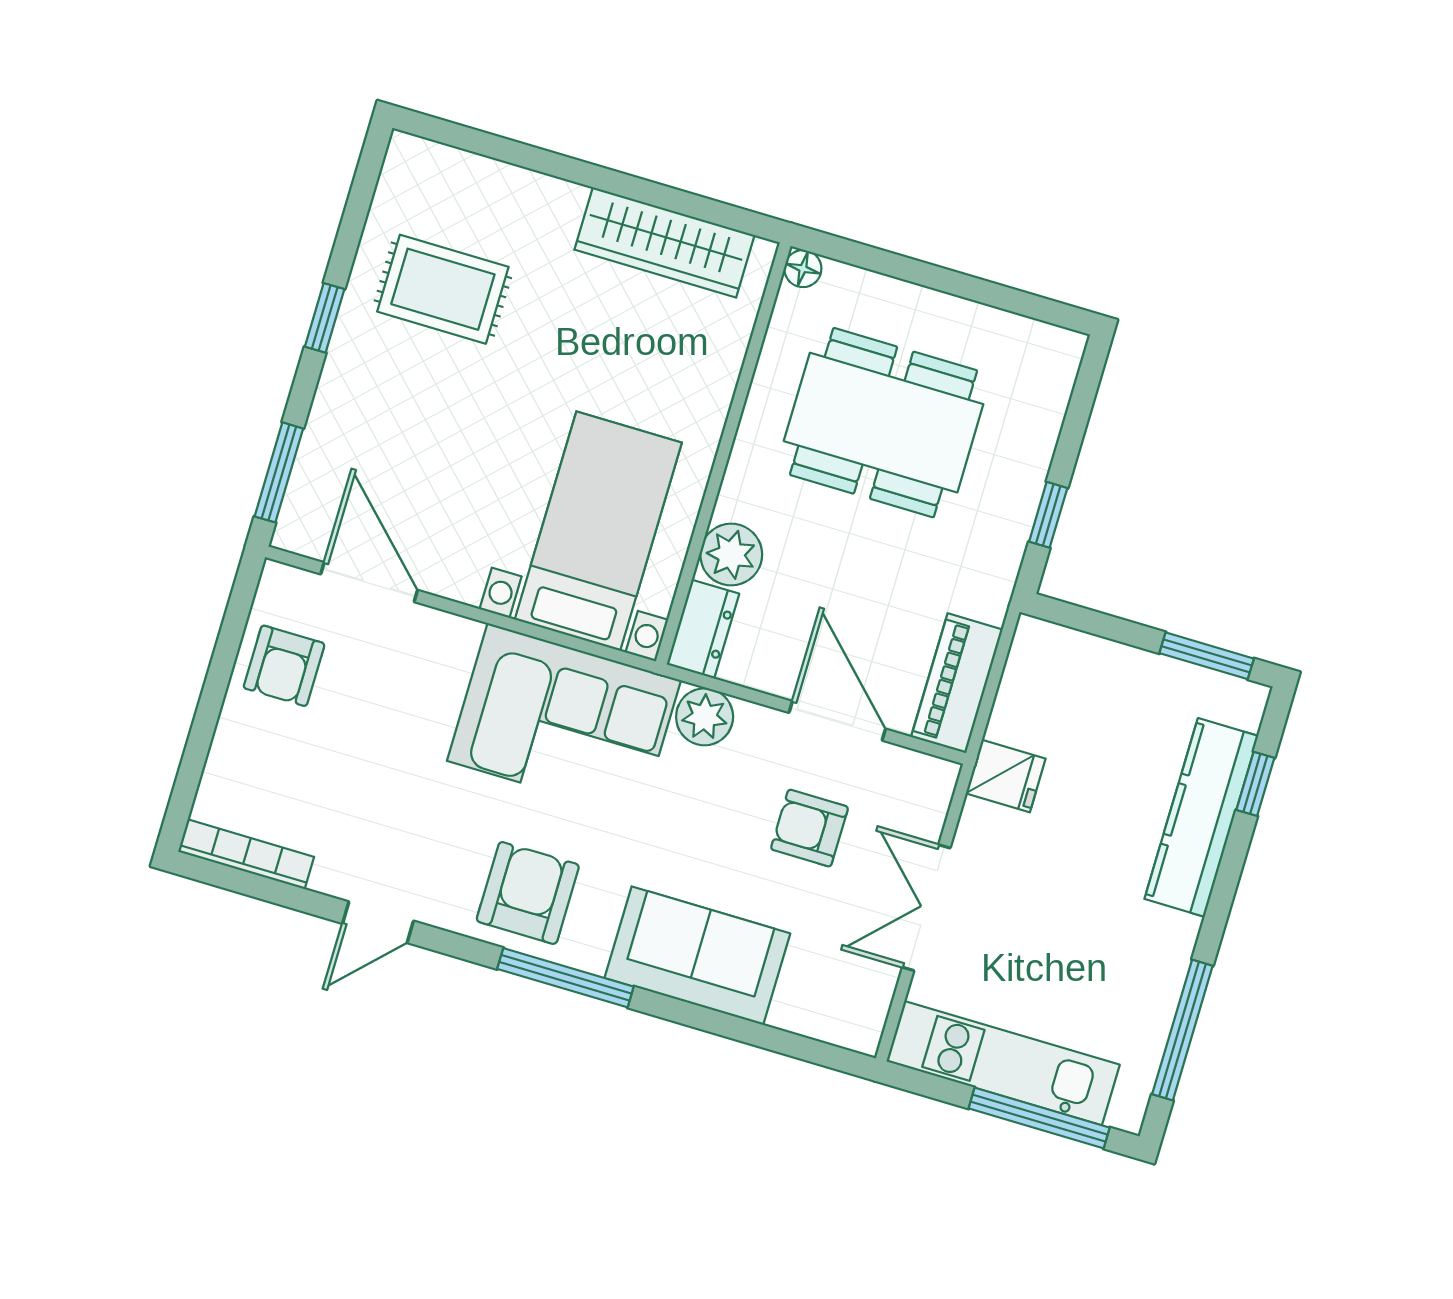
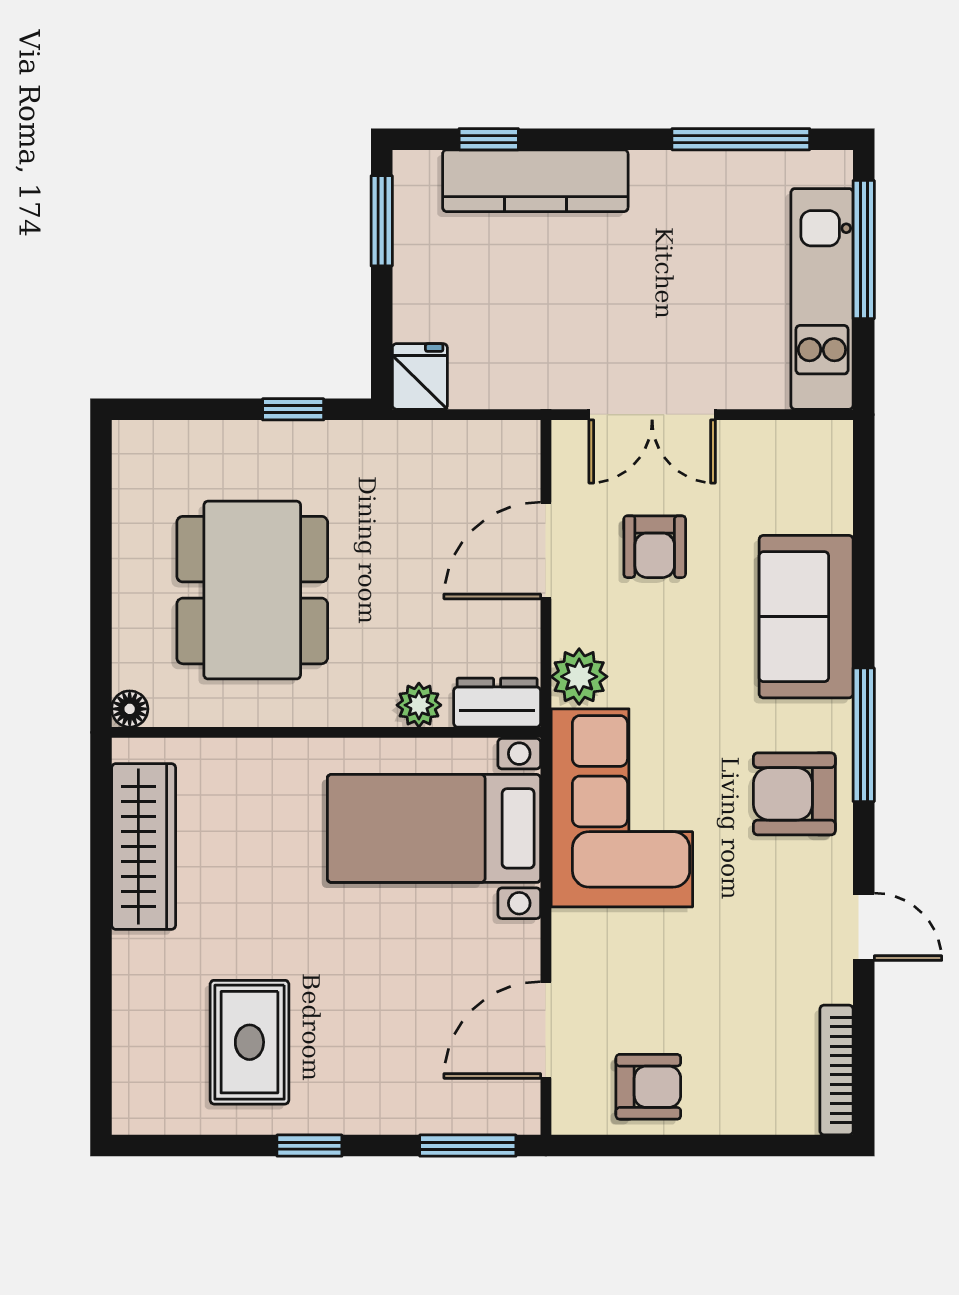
plant: (731, 555) -> (419, 705), width x0.73, depth x0.73
piano: (957, 683) -> (477, 448), removed
fridge: (1006, 776) -> (420, 376), moved
double door: (926, 908) -> (652, 415), moved

